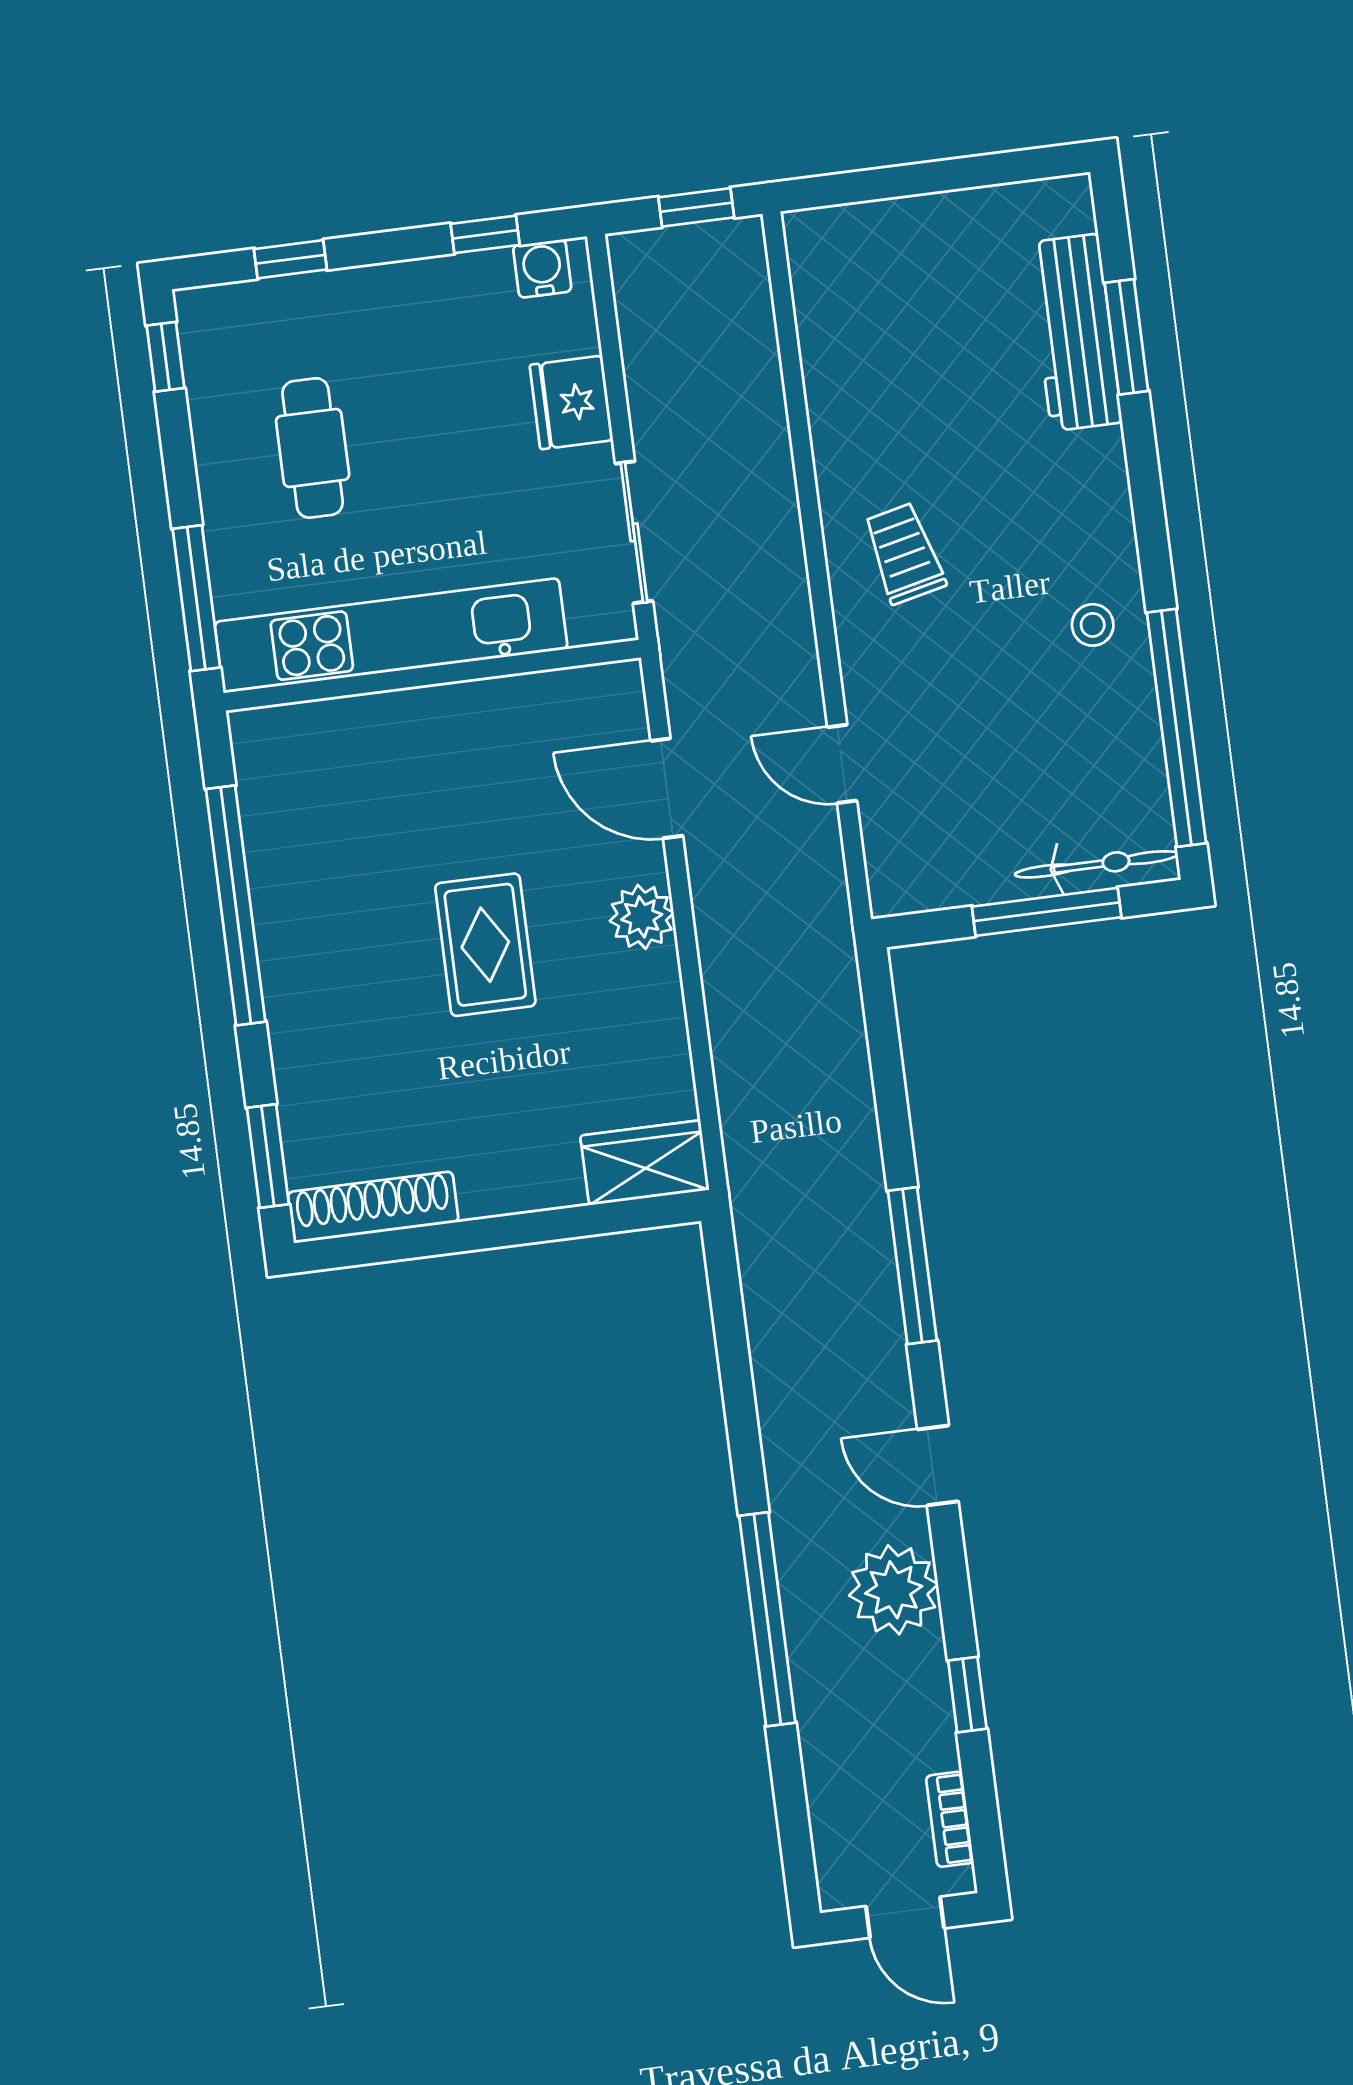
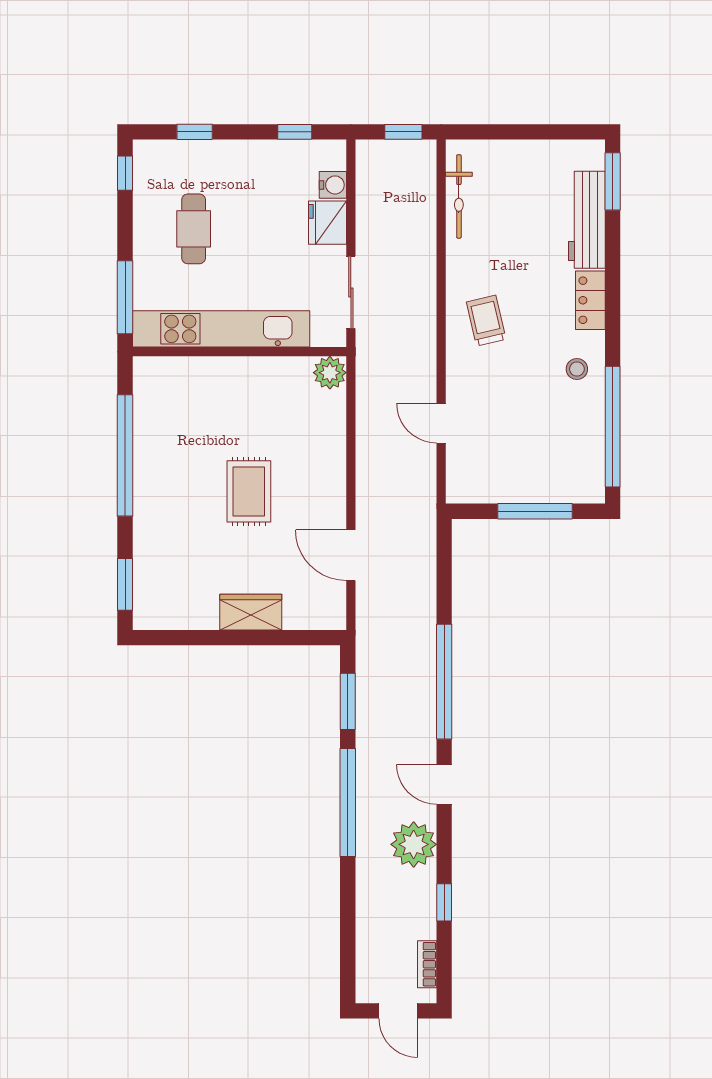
water cooler: (542, 269) -> (333, 185), moved, turned 90
window: (1126, 337) -> (613, 181), moved
locker: (1102, 488) -> (590, 300), added
door: (667, 788) -> (351, 555), moved
bicycle: (1096, 864) -> (459, 196), moved, turned 90
plant: (642, 917) -> (330, 373), moved
wardrobe: (645, 1163) -> (251, 612), moved
shoe rack: (373, 1207) -> (175, 617), removed
window: (912, 1266) -> (444, 682), width x1.46
window: (730, 1328) -> (348, 701), added
window: (767, 1619) -> (348, 802), moved

